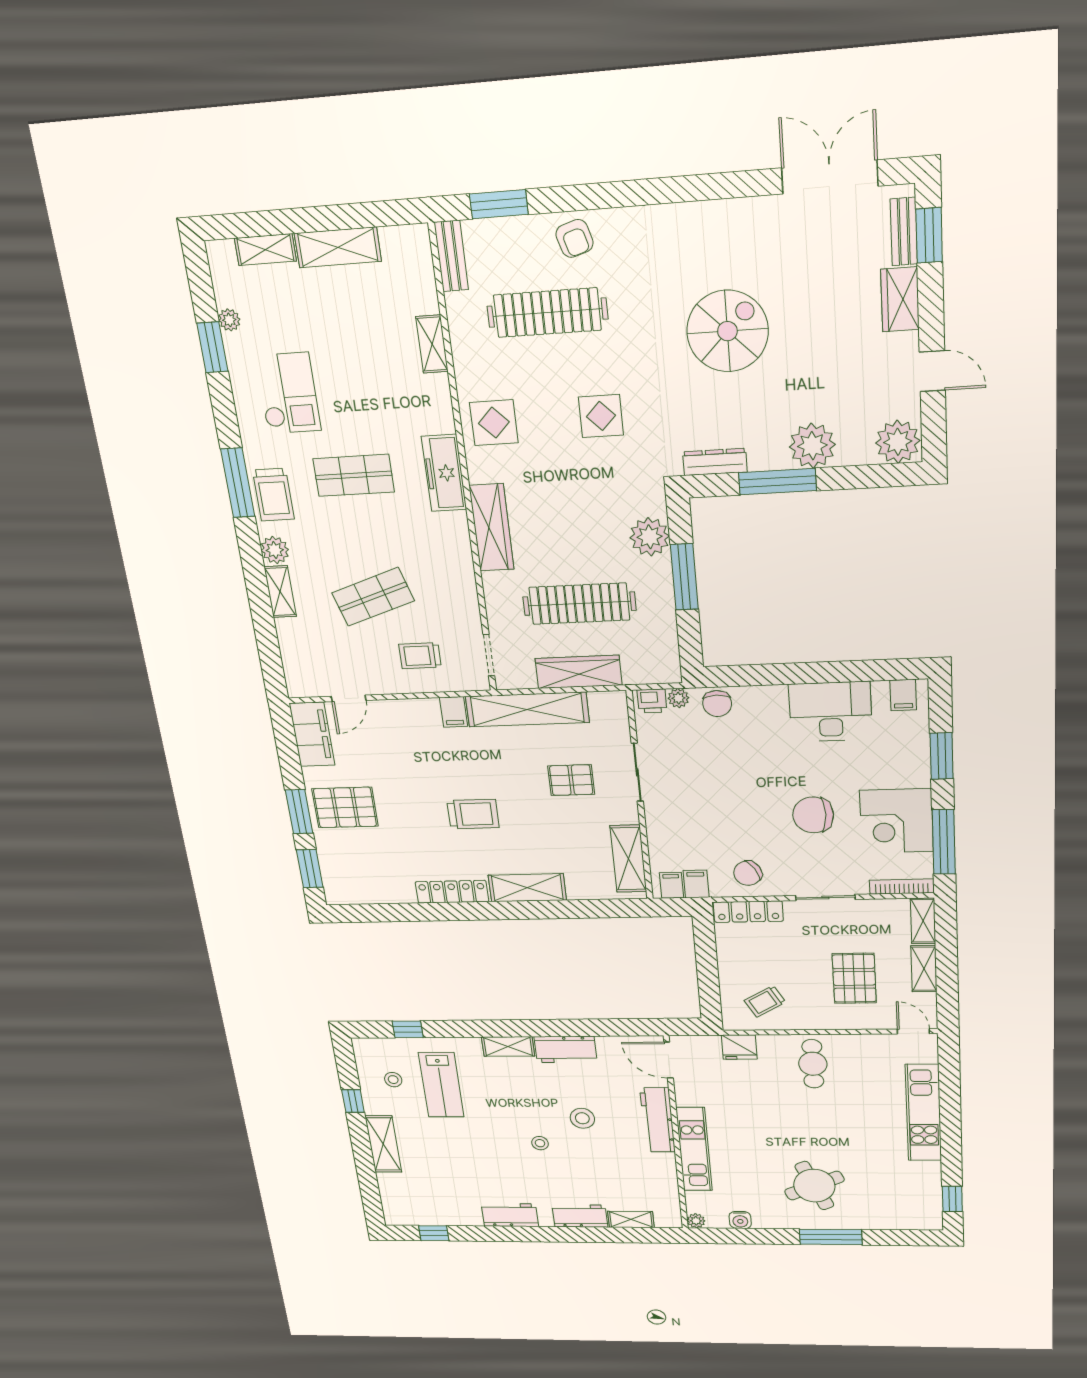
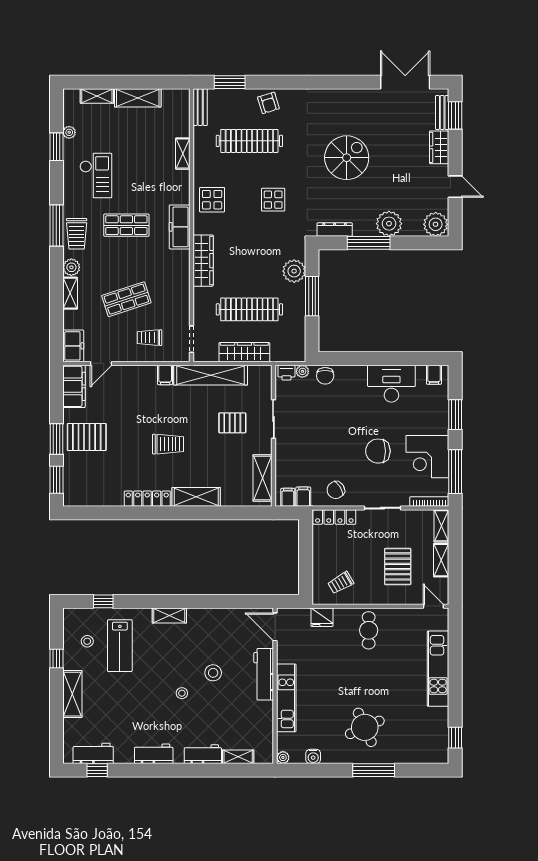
freezer: (300, 673) -> (73, 346), added
workbench: (565, 1049) -> (93, 753), moved, turned 180

